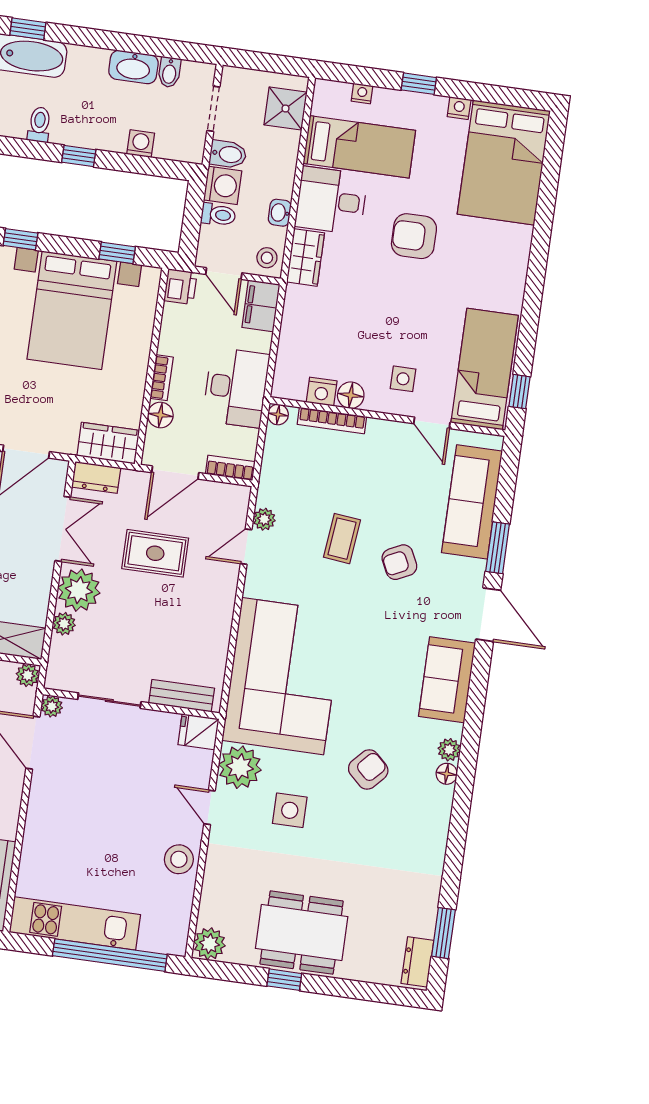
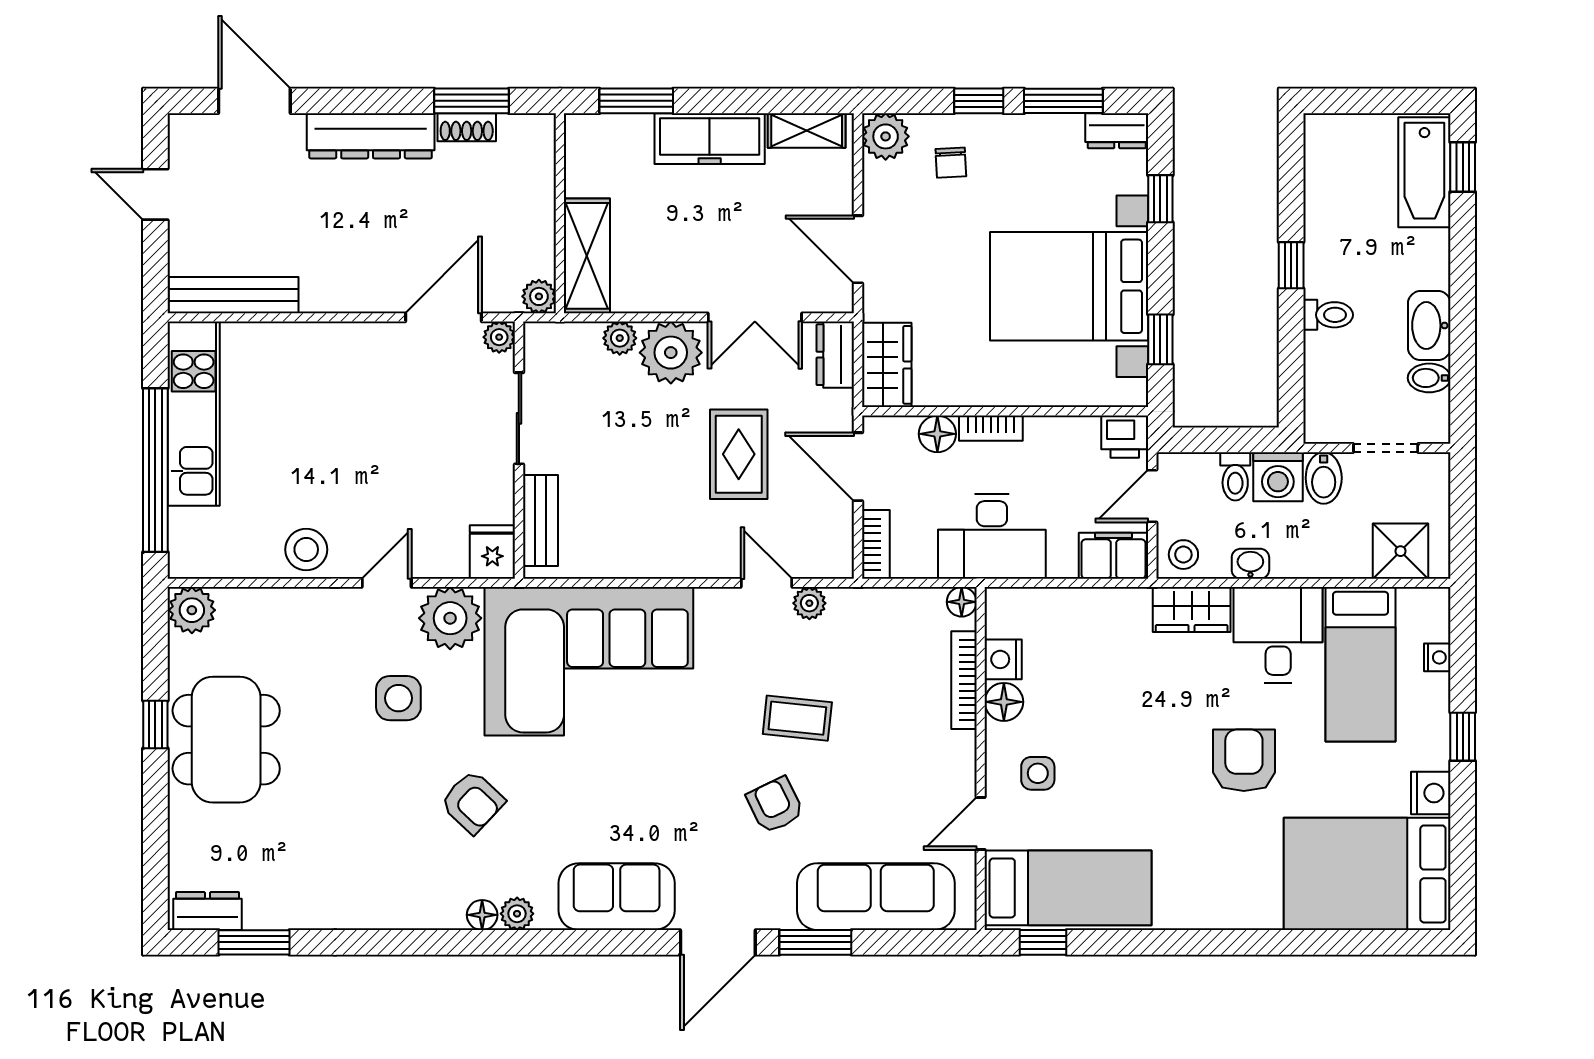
nightstand: (459, 108) -> (1431, 793), width x1.39, depth x1.35
toilet: (39, 125) -> (1328, 315), moved
washing machine: (141, 144) -> (1321, 351), removed

